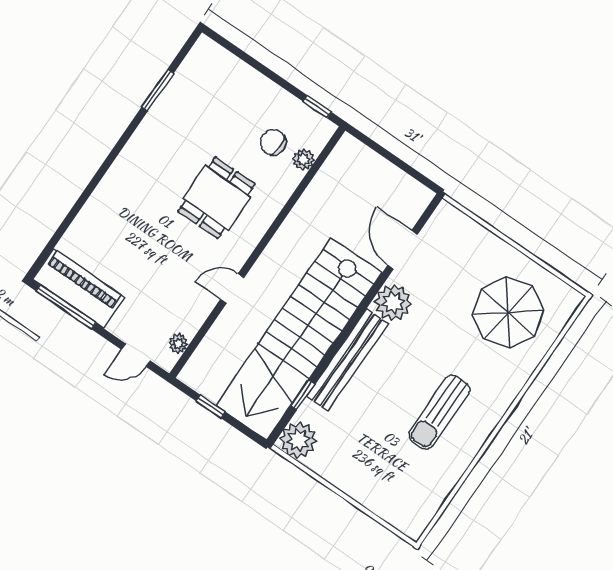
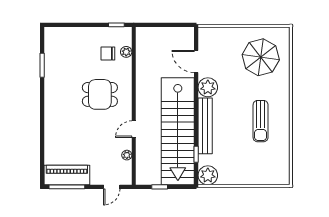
dining table: (217, 198) -> (100, 94), turned 90
plant: (178, 344) -> (127, 155), moved

